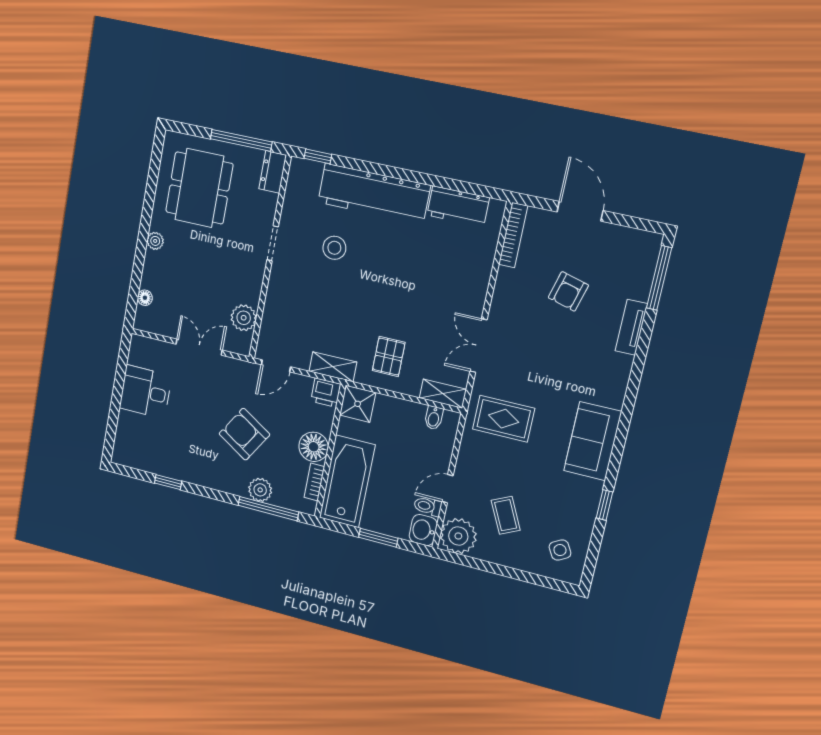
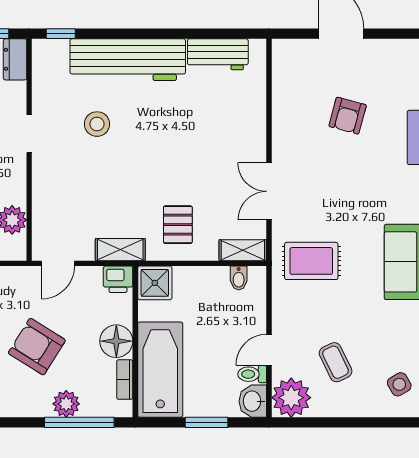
bookcase: (513, 235) -> (280, 71), removed

